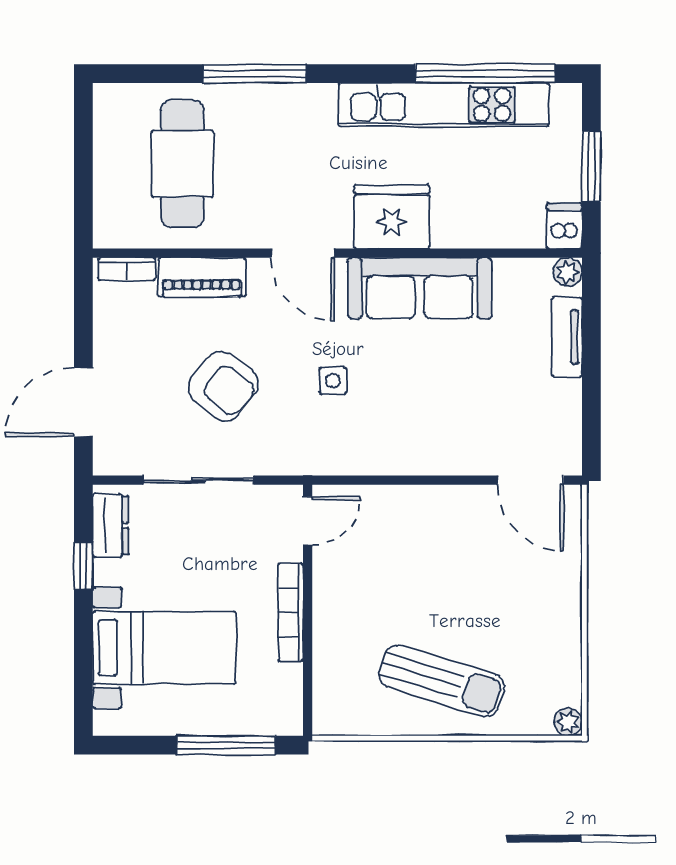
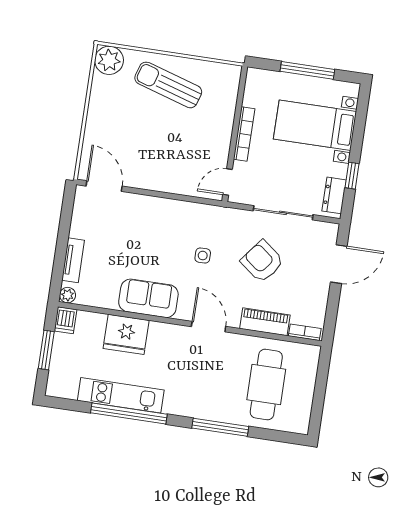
window: (485, 74) -> (129, 414), moved
kitchen unit: (444, 105) -> (121, 395), width x0.73
fridge: (392, 217) -> (126, 334), moved
sofa: (420, 288) -> (148, 298), width x0.73
plant: (568, 722) -> (109, 60), width x1.88, depth x1.88
window: (226, 745) -> (307, 70), moved

